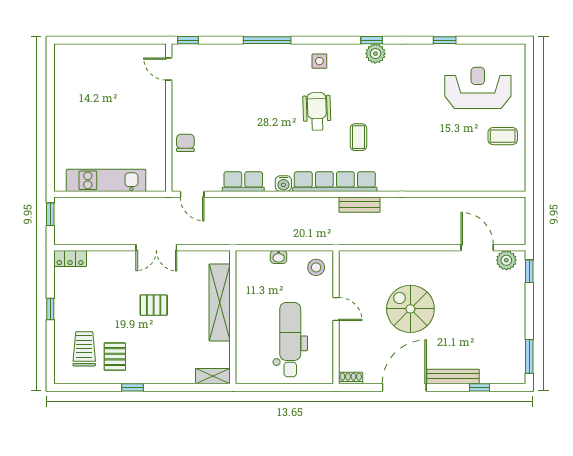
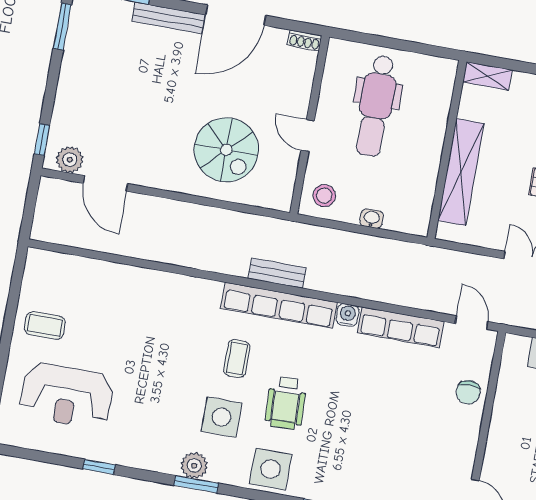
window: (372, 40) -> (196, 484), width x1.50
side table: (319, 61) -> (270, 469), width x1.87, depth x1.87
side table: (362, 93) -> (222, 417), added
row of seats: (243, 182) -> (400, 327), width x1.48
bench: (360, 205) -> (277, 273), moved
spiral stairs: (410, 309) -> (226, 150), moved

